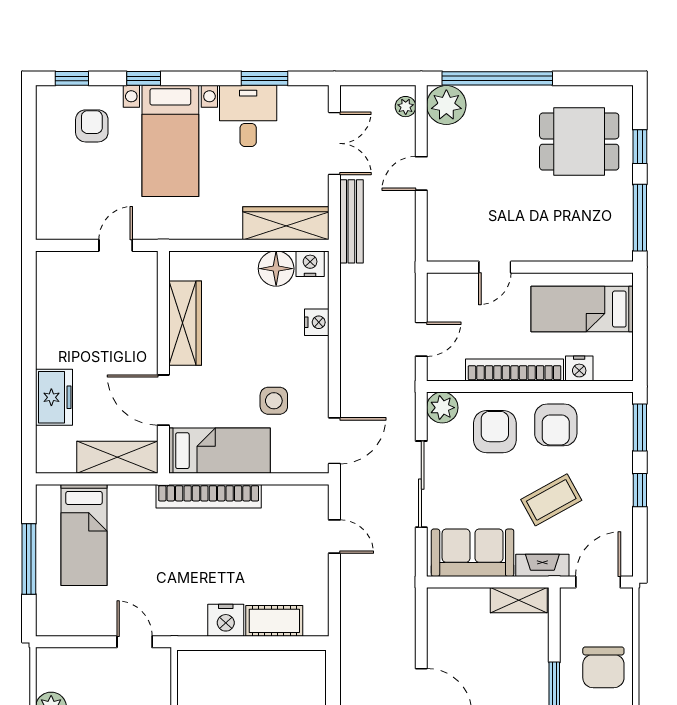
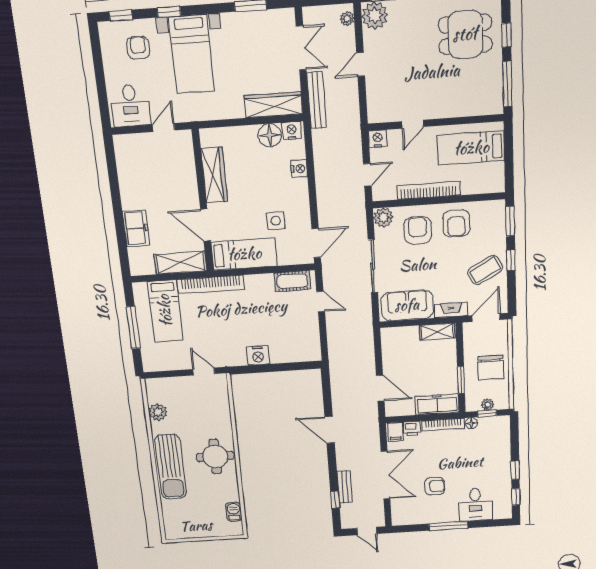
desk: (248, 116) -> (130, 106), moved, turned 180
nightstand: (579, 369) -> (378, 139), moved, turned 180
bookcase: (209, 496) -> (211, 285), moved
coffee table: (551, 500) -> (485, 270), moved
cot: (274, 621) -> (292, 281), moved

